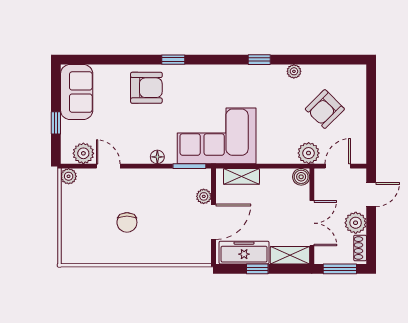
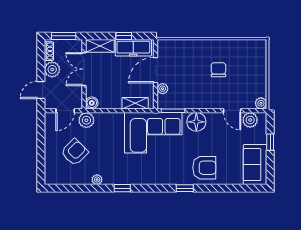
armchair: (146, 88) -> (204, 168), turned 180
floor lamp: (157, 157) -> (196, 122), width x1.89, depth x1.89

